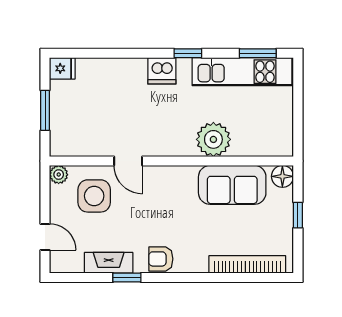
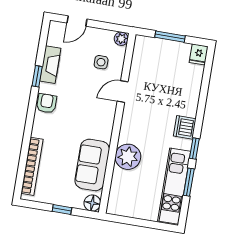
window: (258, 53) -> (189, 182), moved
side table: (94, 196) -> (101, 62), width x0.54, depth x0.54

